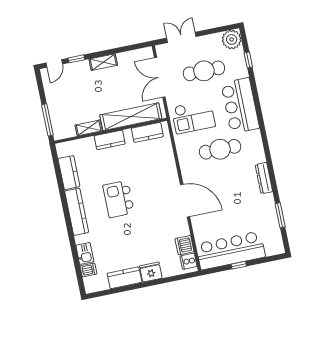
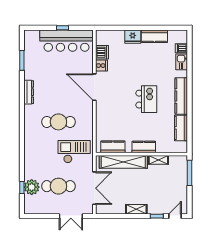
plant: (232, 39) -> (32, 187), moved
bar counter: (240, 106) -> (36, 153), removed
cooker: (188, 261) -> (101, 66), moved

